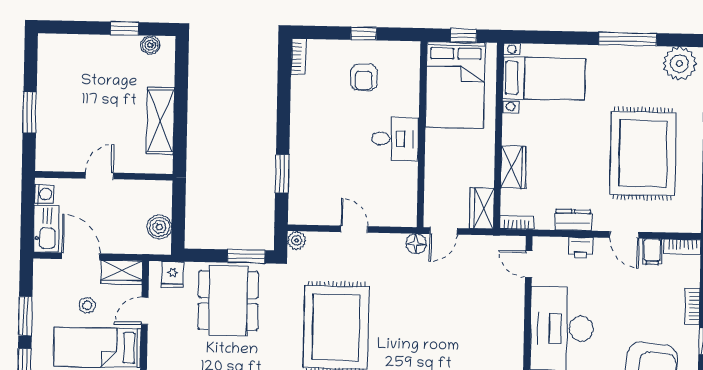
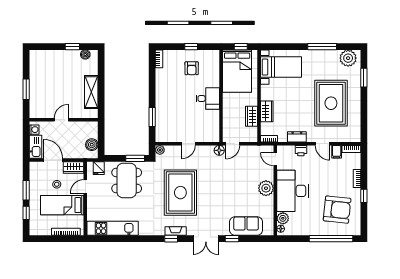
wardrobe: (482, 208) -> (252, 116), moved
door: (354, 229) -> (188, 144), swing flipped
plant: (509, 322) -> (266, 188), added

